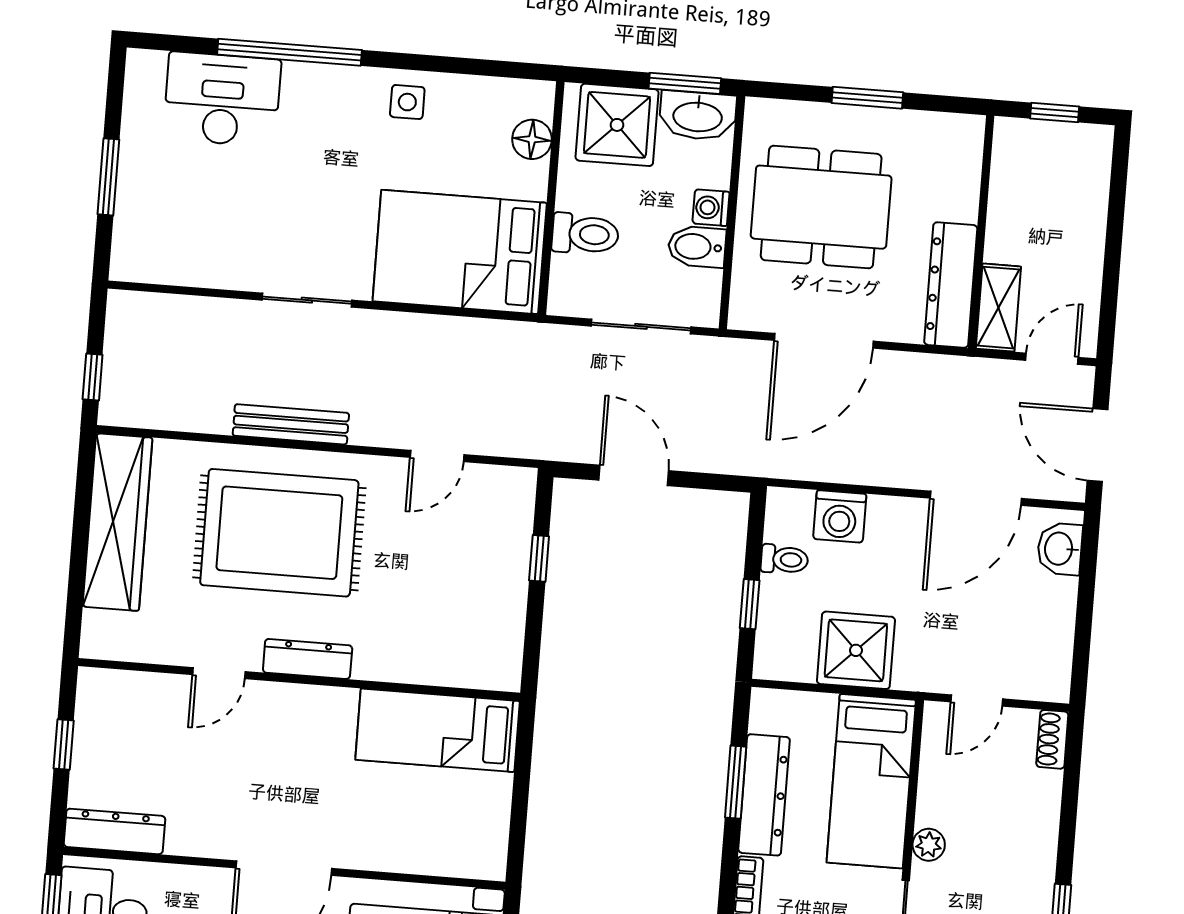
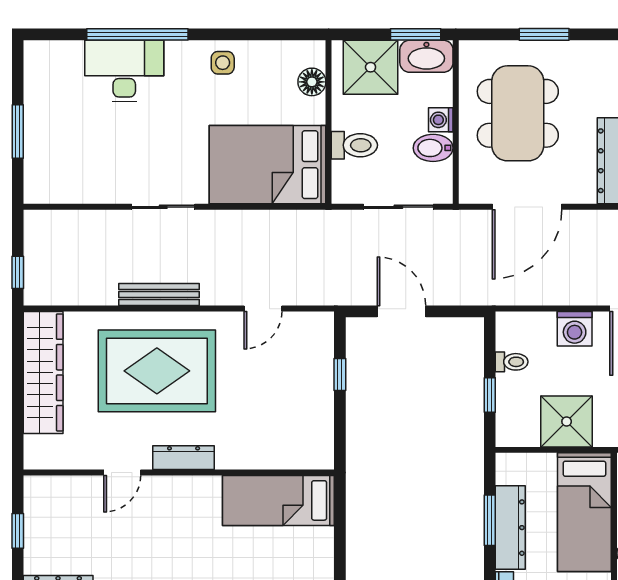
desk: (222, 99) -> (124, 71), moved
dining table: (821, 207) -> (518, 113), turned 90
washing machine: (840, 516) -> (575, 329), moved

